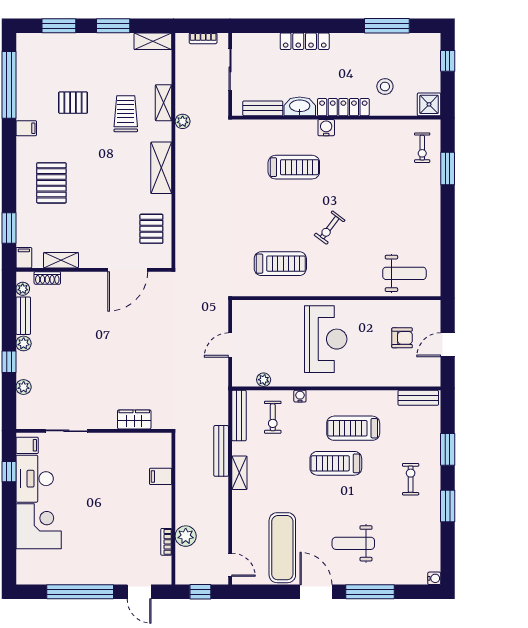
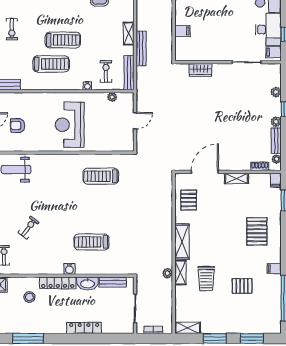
shelving: (164, 103) -> (180, 273), moved
exercise bike: (330, 228) -> (29, 227), moved
shelving: (61, 260) -> (236, 178), moved

